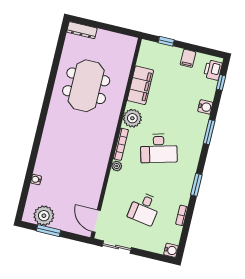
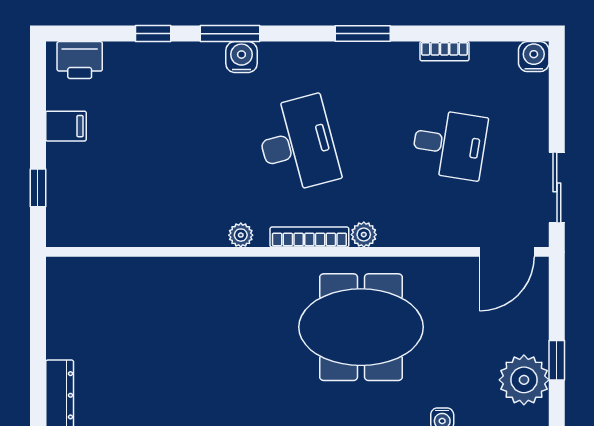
window: (221, 83) -> (153, 34), moved
filing cabinet: (140, 85) -> (158, 224), removed
meeting table: (86, 86) -> (361, 327), moved
water cooler: (205, 107) -> (241, 57), moved
plant: (132, 118) -> (241, 235), width x0.53, depth x0.53
window: (49, 231) -> (557, 360), width x0.67

